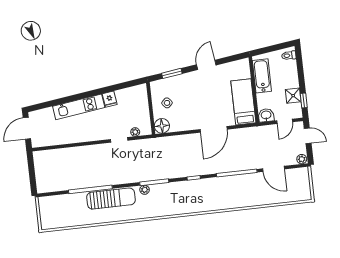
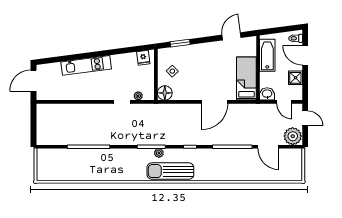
door: (206, 65) -> (232, 36), moved
door: (300, 72) -> (305, 55), added
fridge: (110, 99) -> (143, 58), moved
window: (304, 100) -> (305, 84), removed
door: (285, 121) -> (284, 102), hinge flipped
plant: (302, 159) -> (293, 136), width x1.87, depth x1.87
plant: (145, 190) -> (159, 153), moved
sun lounger: (111, 199) -> (170, 171), moved, turned 180

